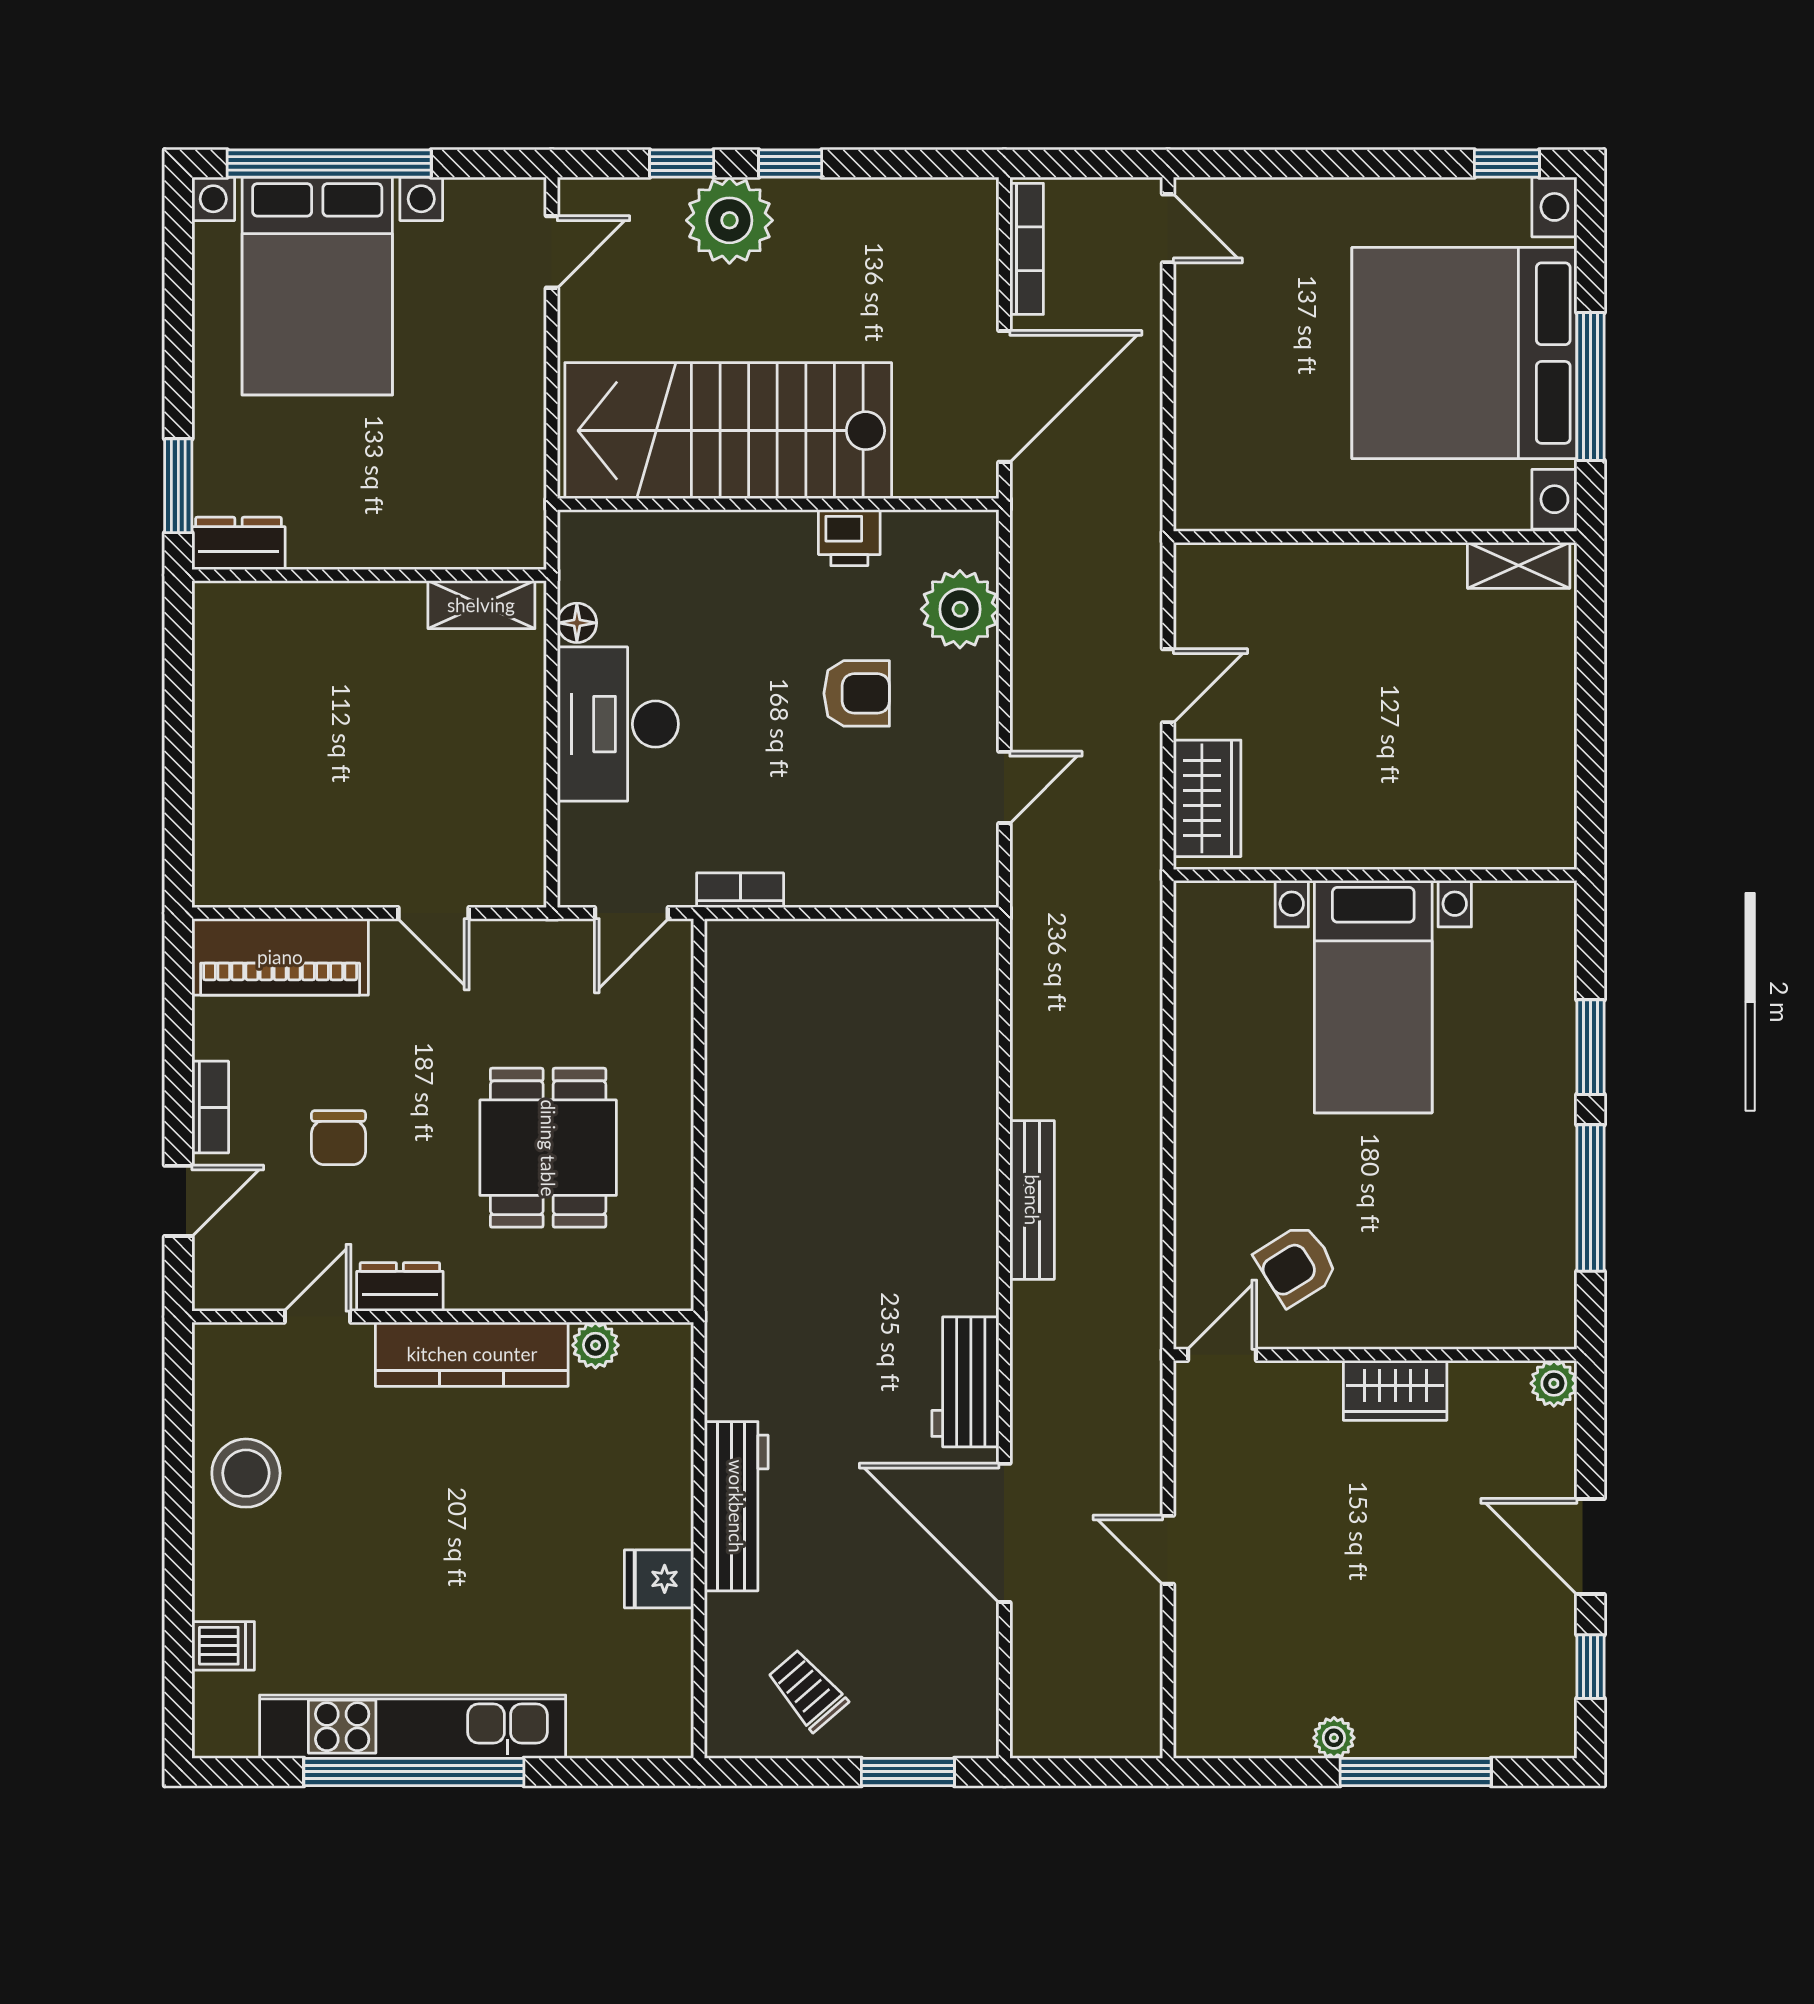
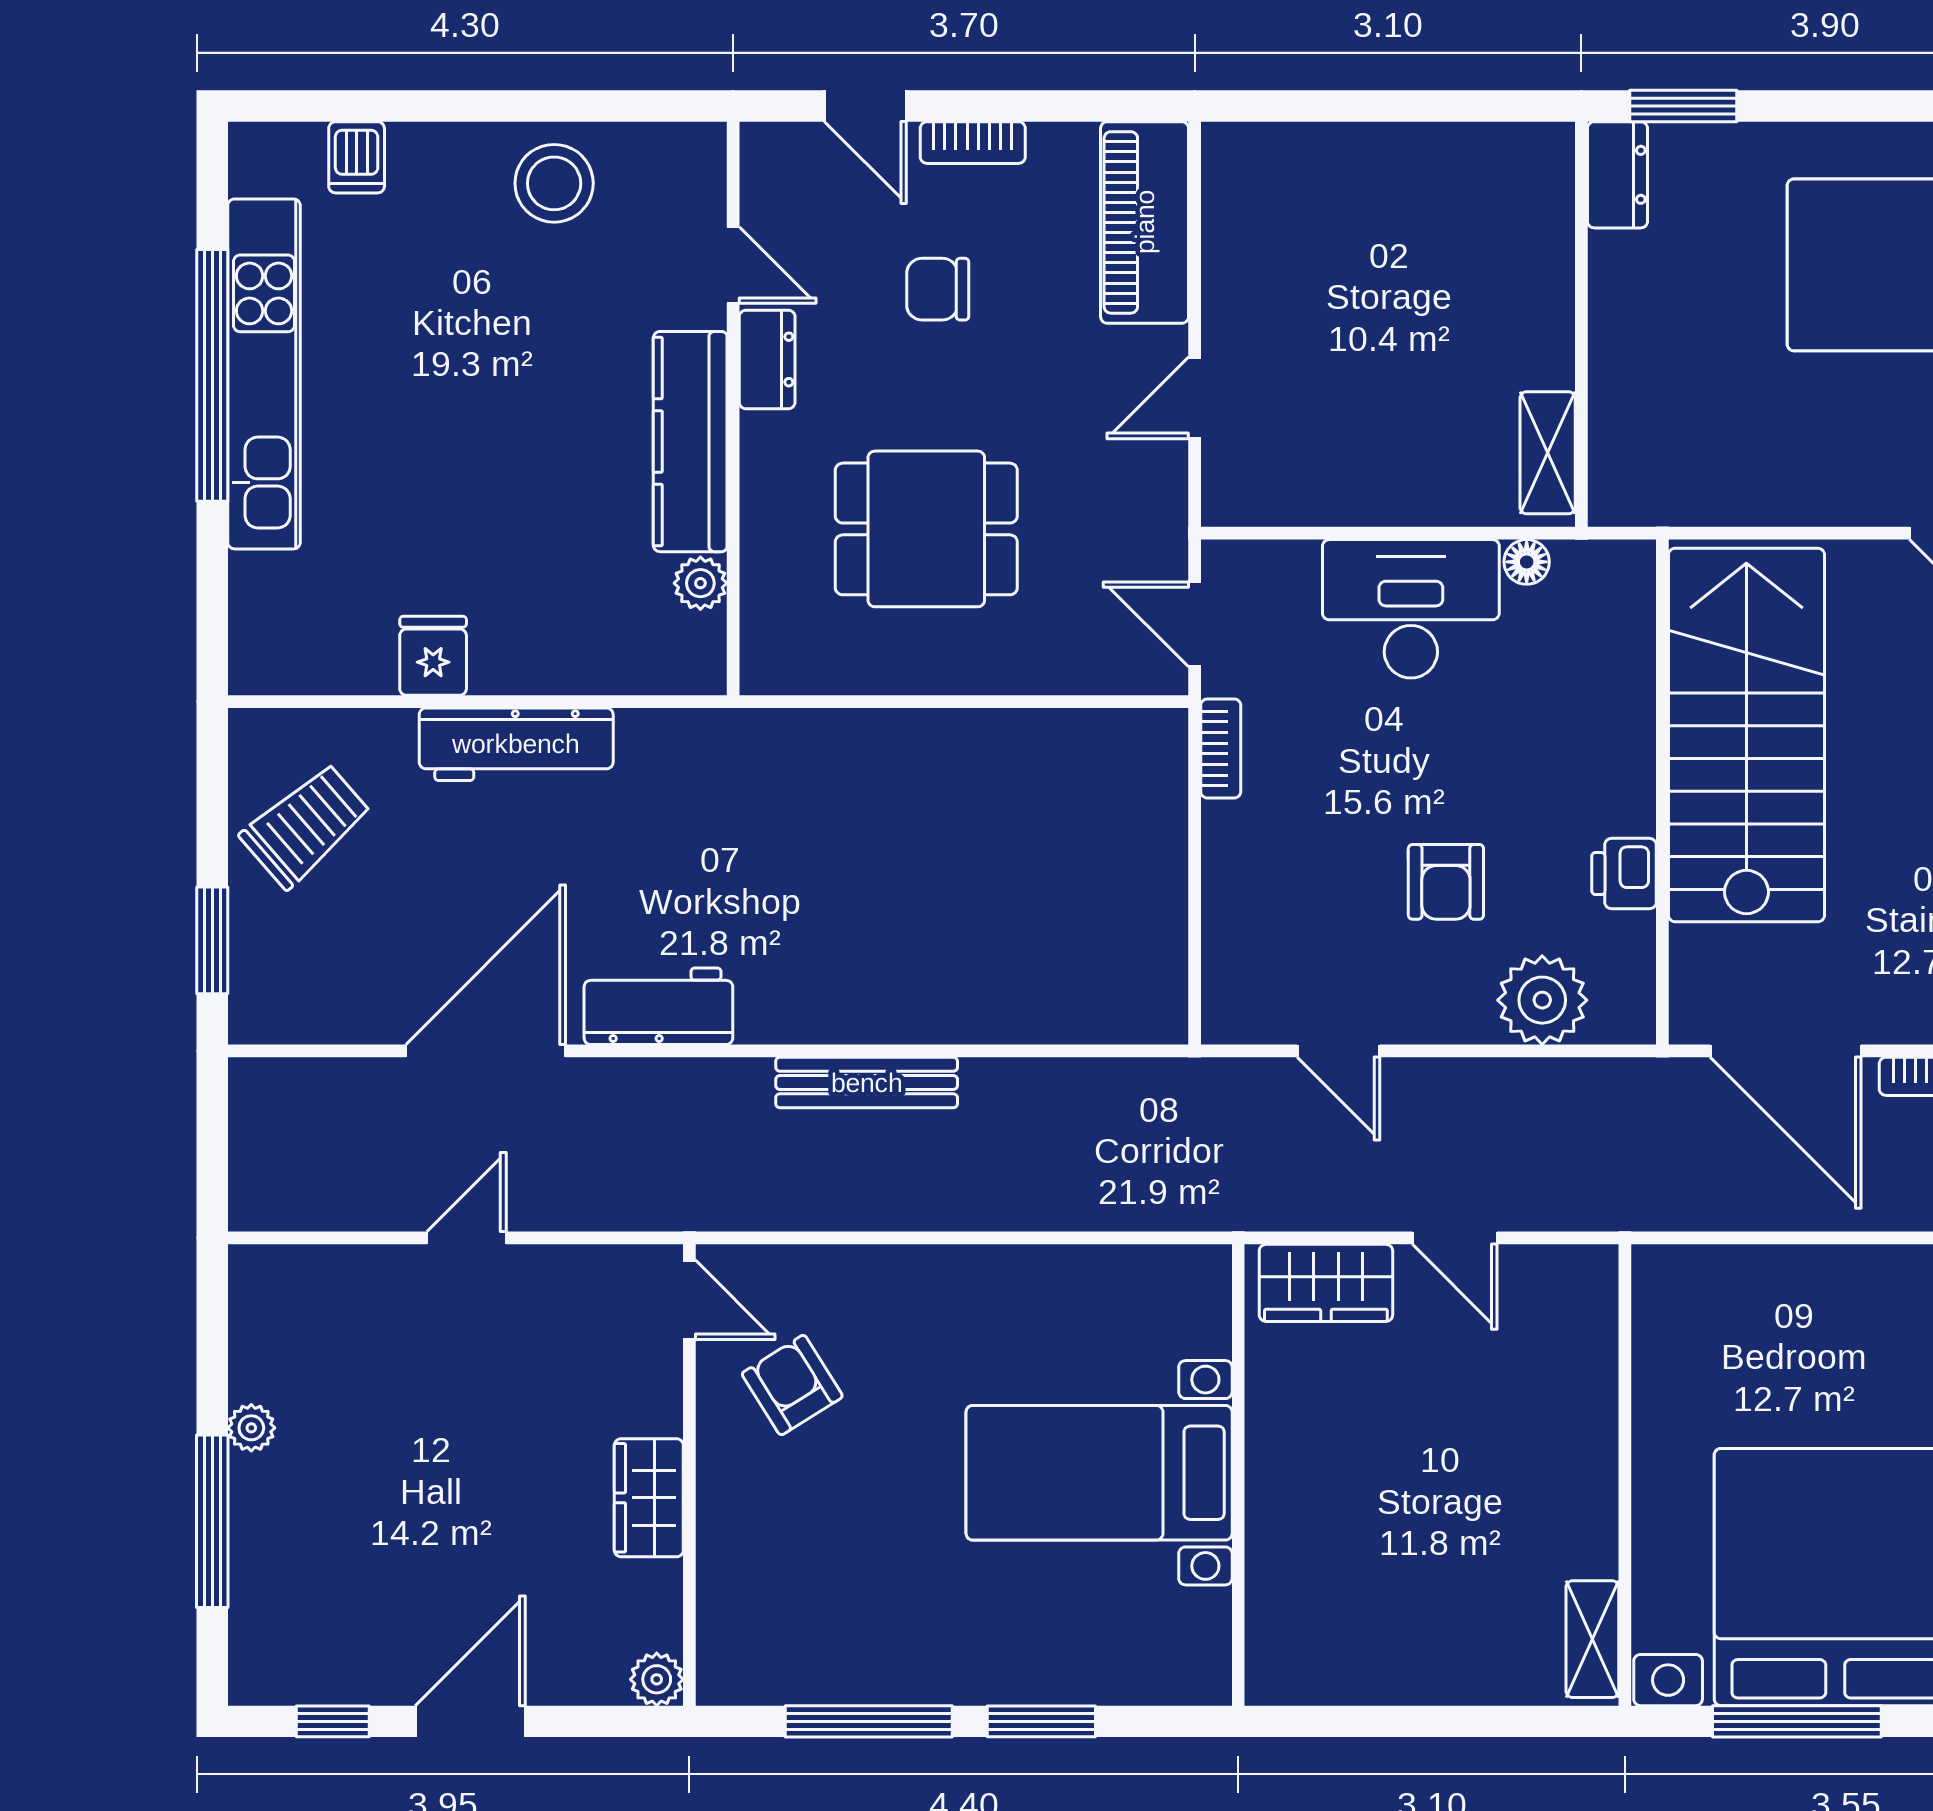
trolley: (807, 1690) -> (306, 825), width x1.36, depth x1.39

